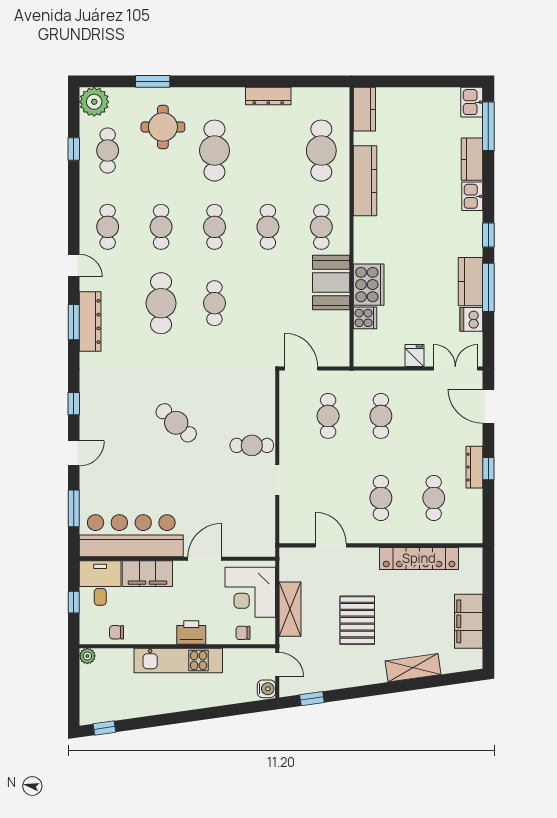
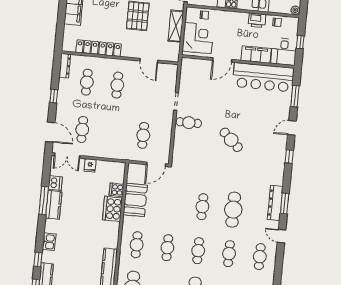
kitchen sink: (472, 196) -> (49, 242), moved
window: (488, 235) -> (38, 260), moved
booth: (331, 283) -> (135, 200), moved
door: (301, 369) -> (156, 164), hinge flipped
cafe table: (381, 416) -> (82, 129), moved
dresser: (474, 467) -> (65, 66), moved
printer: (191, 632) -> (257, 20), moved

